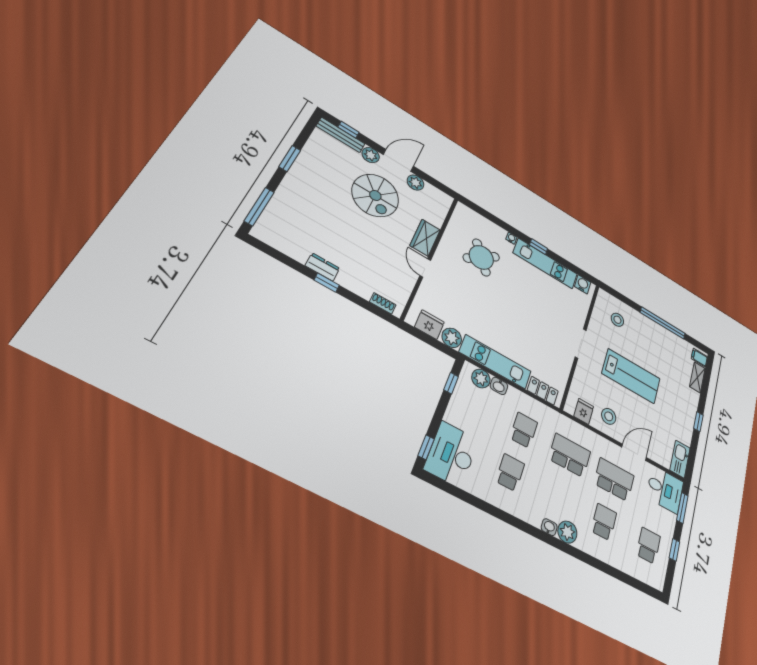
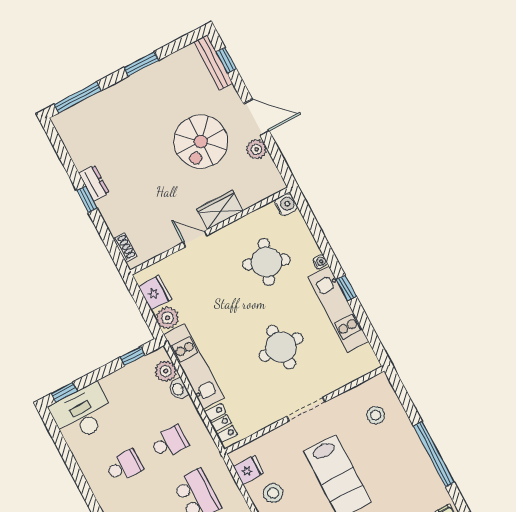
plant: (371, 155) -> (229, 98), removed
round table: (481, 257) -> (266, 262), turned -33
door: (425, 268) -> (195, 239), hinge flipped
water cooler: (583, 284) -> (286, 204), moved
round table: (535, 311) -> (281, 347), added

